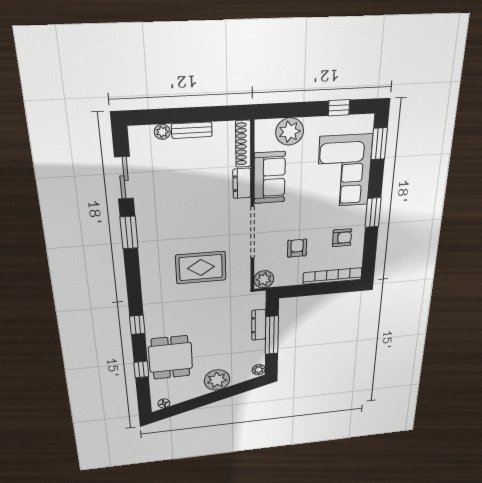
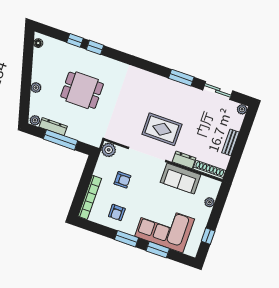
plant: (162, 132) -> (242, 109), moved
plant: (290, 132) -> (209, 202), width x0.53, depth x0.53
window: (379, 144) -> (158, 250), moved
rug: (201, 268) -> (162, 129), moved, turned 90
window: (137, 325) -> (95, 47), moved
dresser: (259, 325) -> (53, 127), moved
dining table: (171, 357) -> (82, 90), moved
plant: (217, 380) -> (36, 88), width x0.53, depth x0.53

